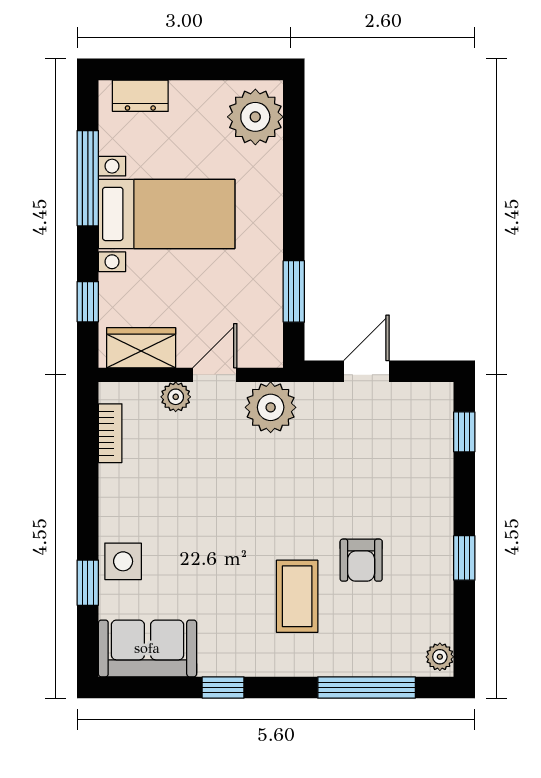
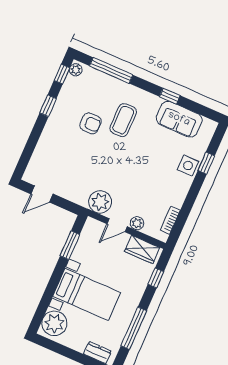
bed with nightstands: (167, 214) -> (87, 294), moved, turned 180
door: (366, 371) -> (42, 194), moved
window: (464, 432) -> (62, 74), moved
armchair: (361, 560) -> (91, 123), turned 90
sofa: (147, 648) -> (179, 119), moved

